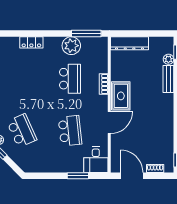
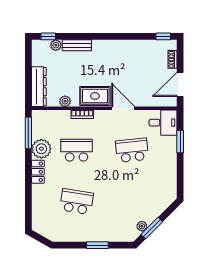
locker: (31, 42) -> (38, 172), moved
plant: (116, 68) -> (65, 101), added
school desk: (22, 131) -> (77, 202), moved, turned 33

